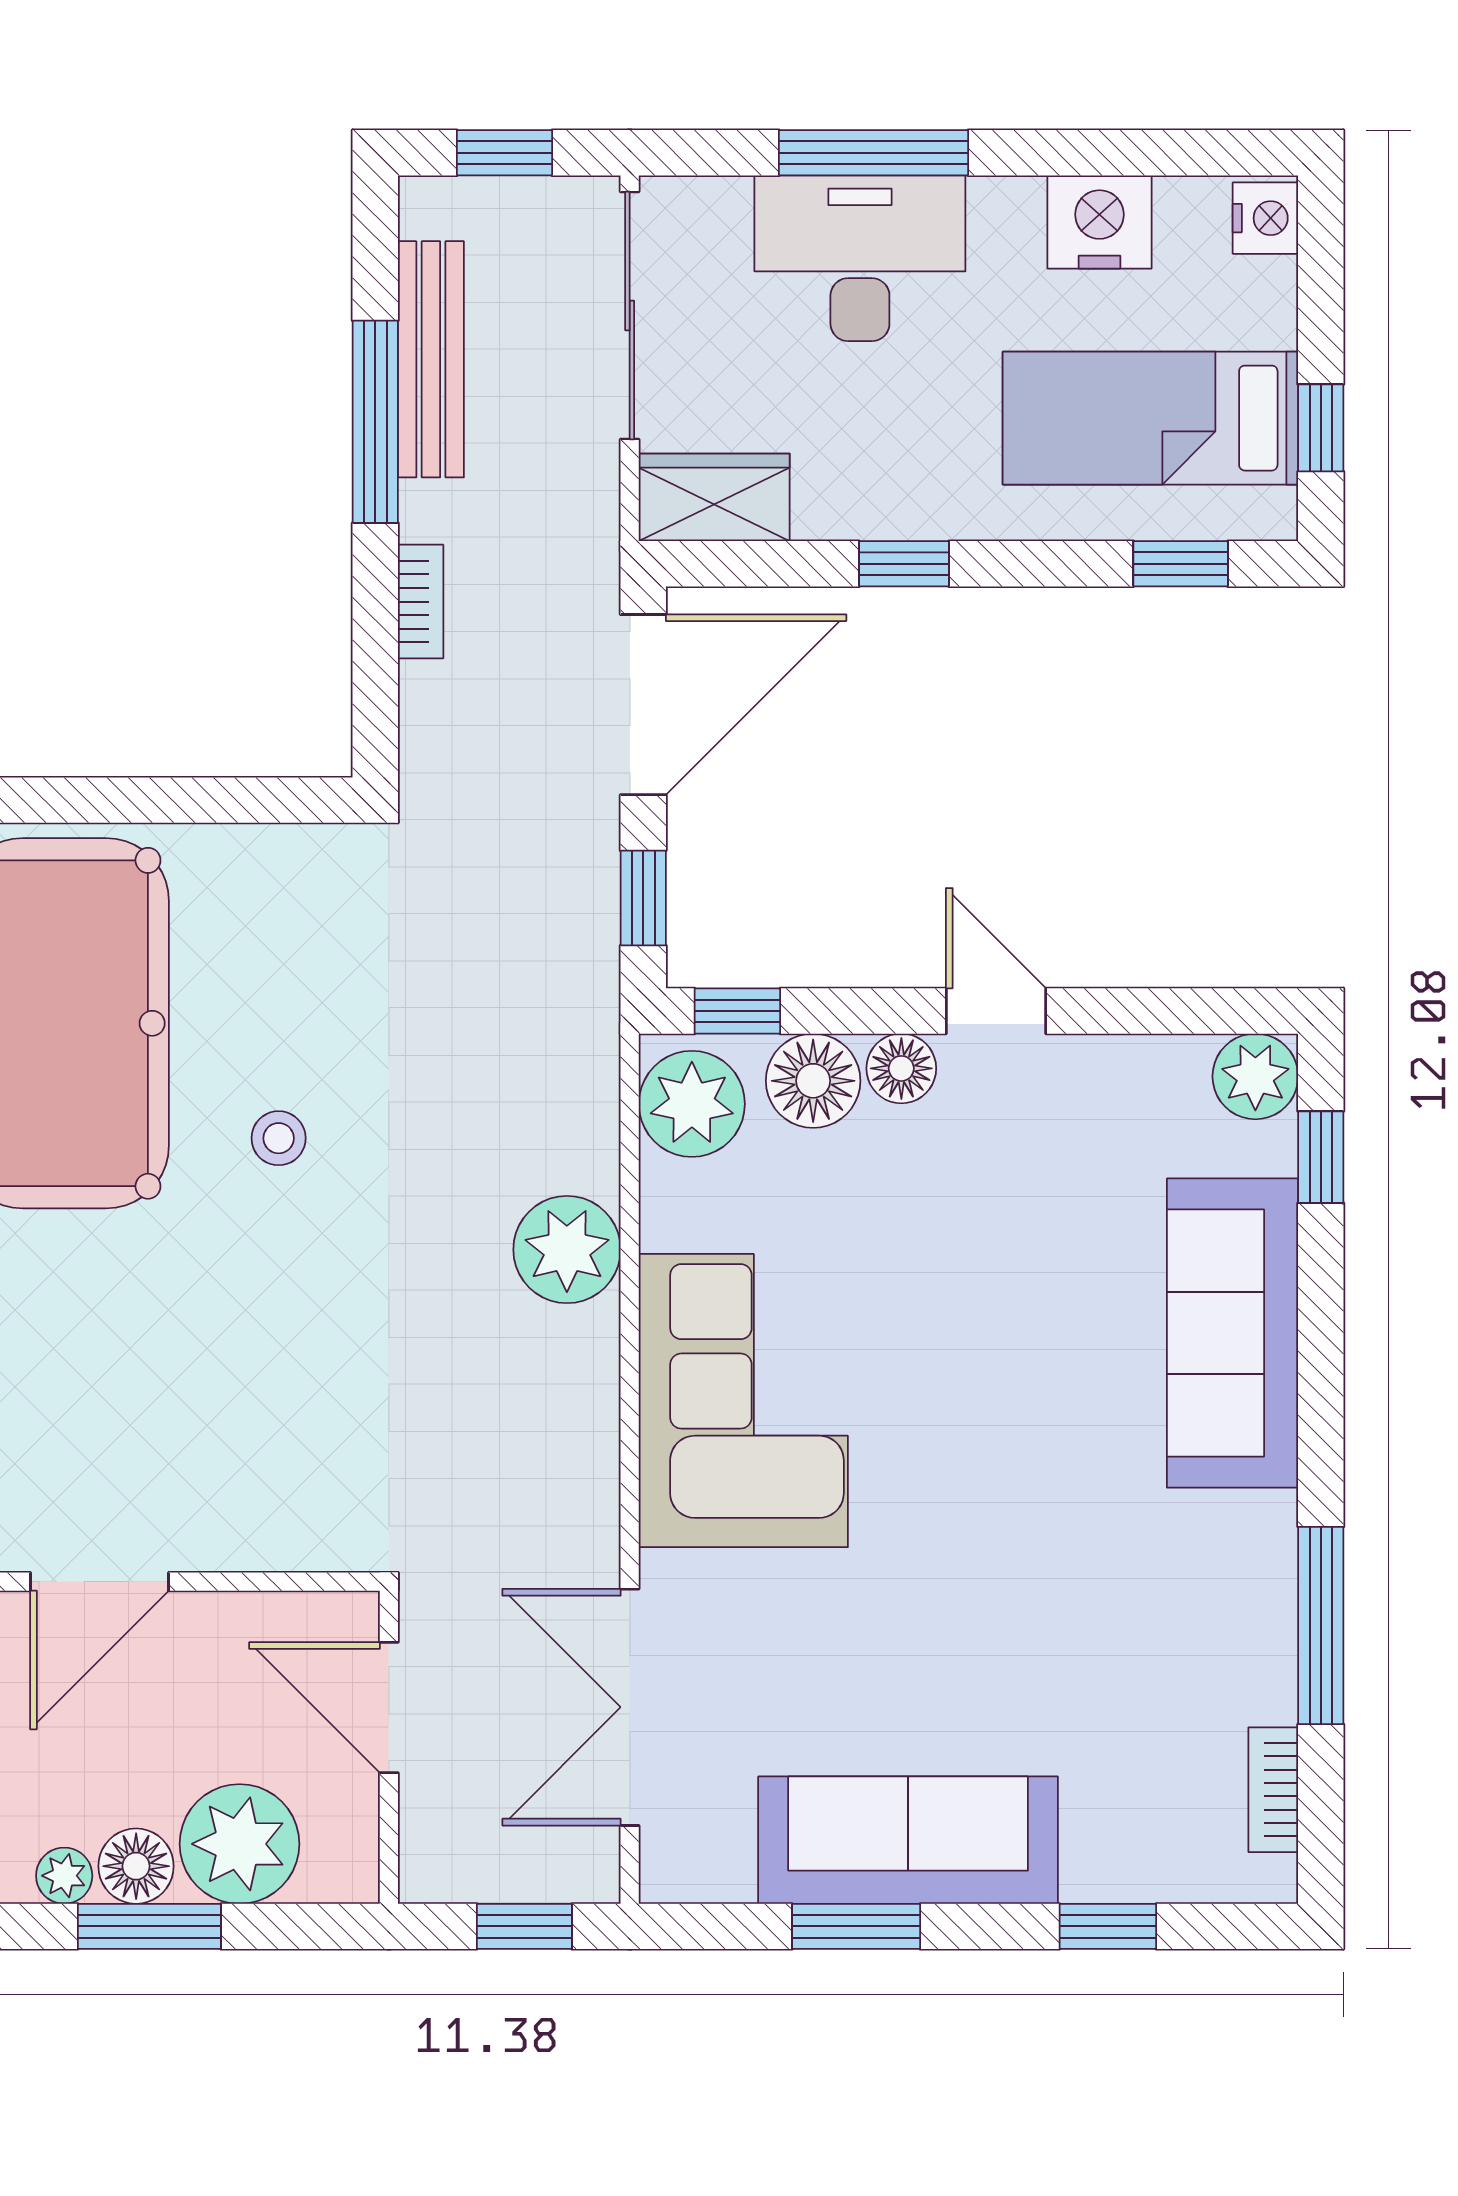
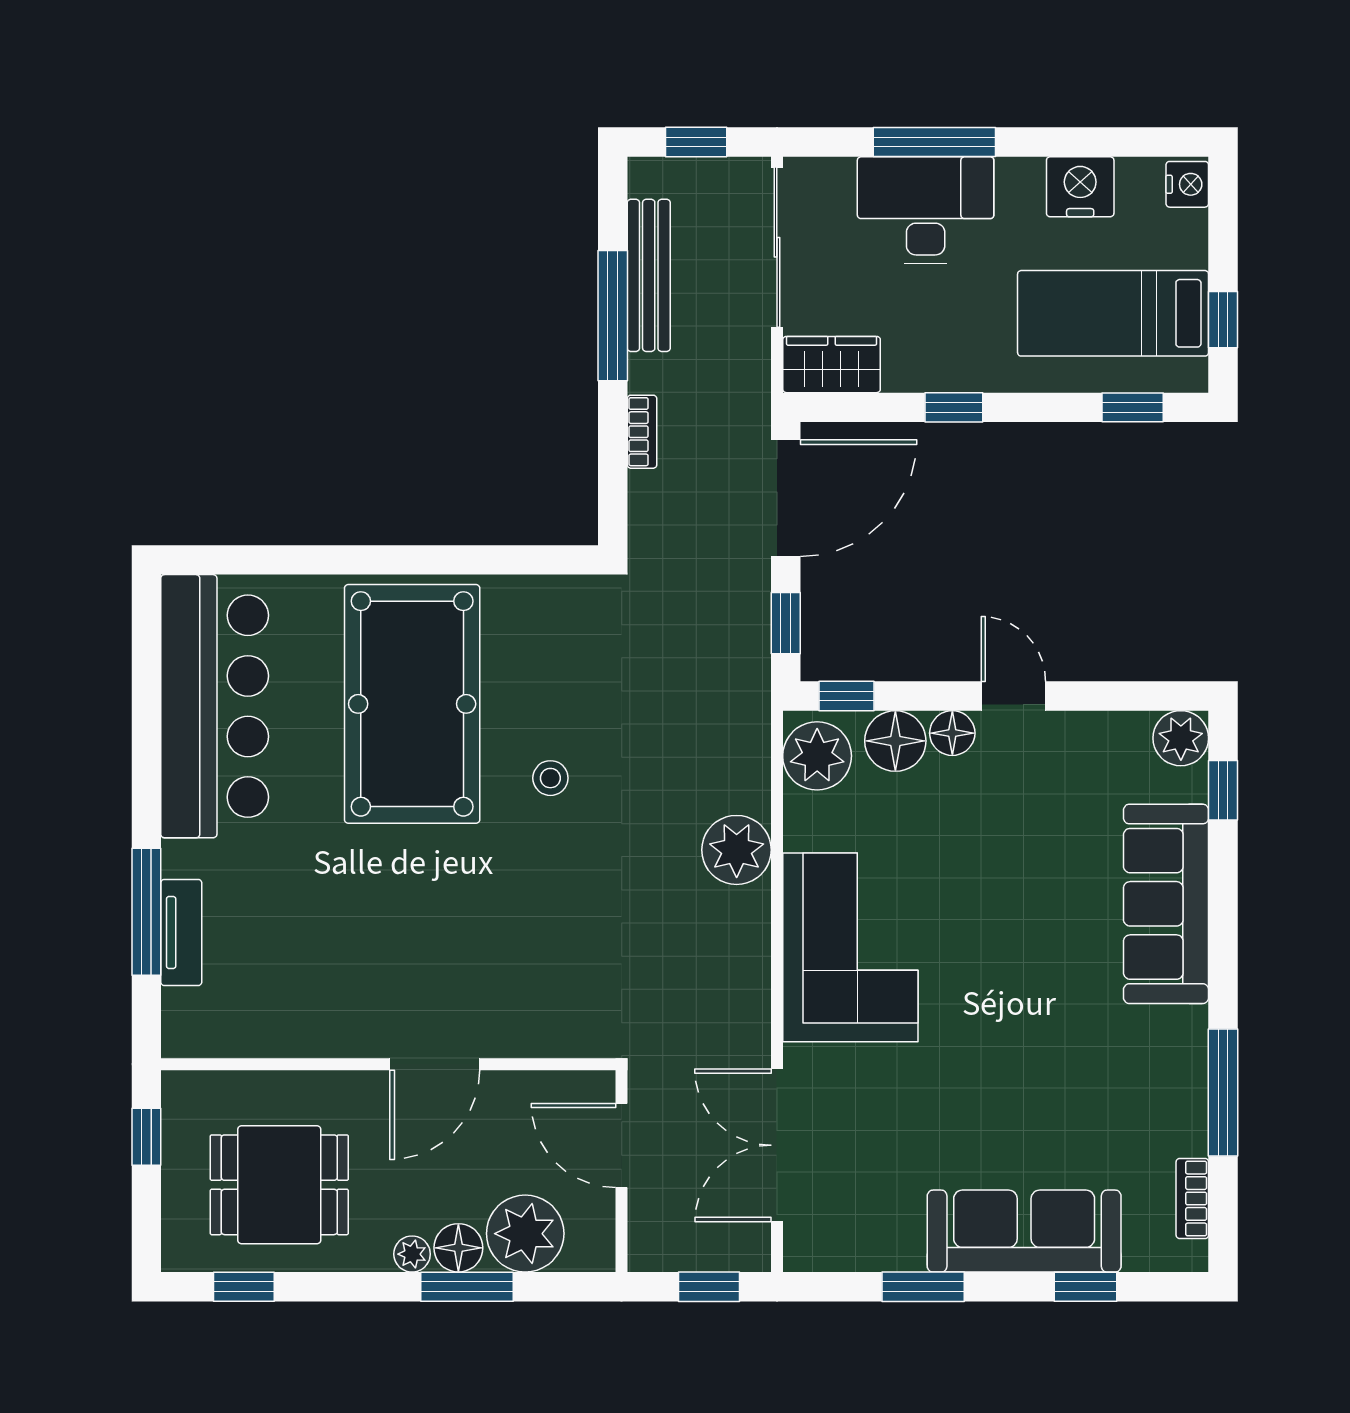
sofa: (908, 1840) -> (1024, 1231), moved

